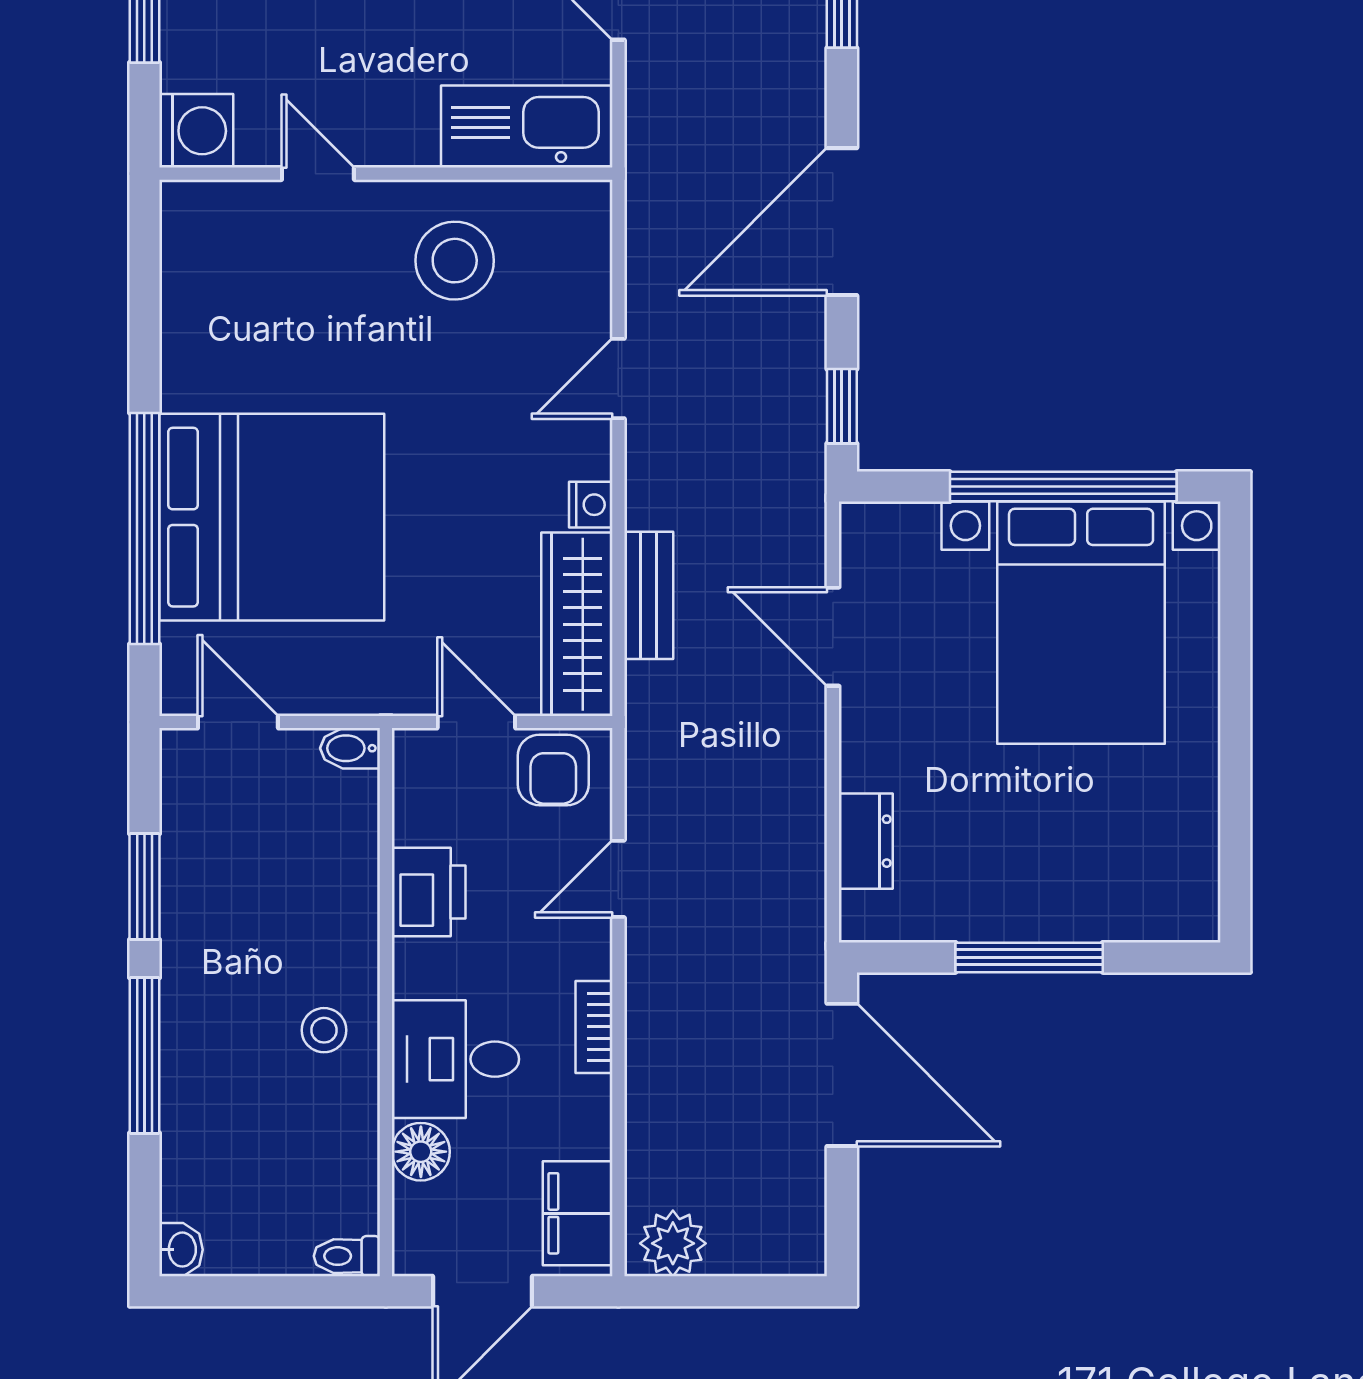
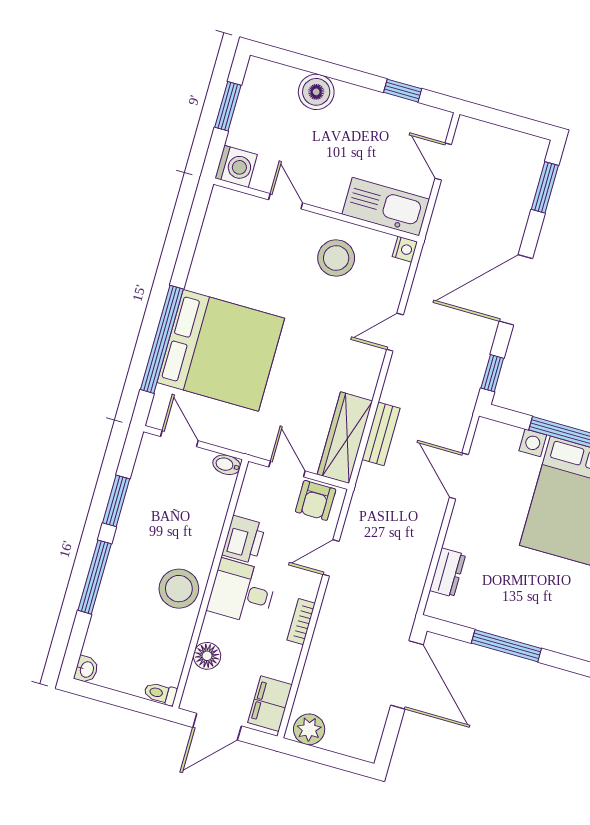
nightstand: (591, 505) -> (405, 249), moved
stool: (324, 1030) -> (179, 589), width x1.89, depth x1.89
desk: (455, 1059) -> (242, 592), moved

